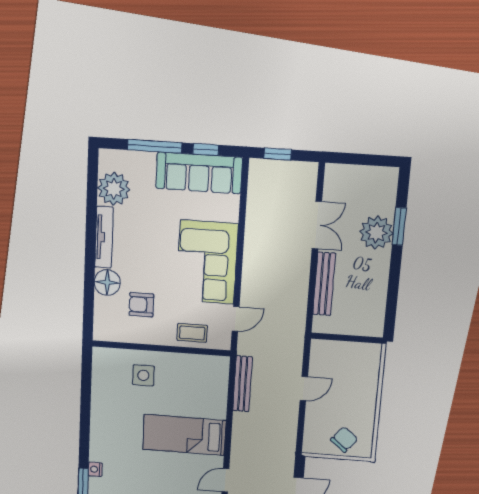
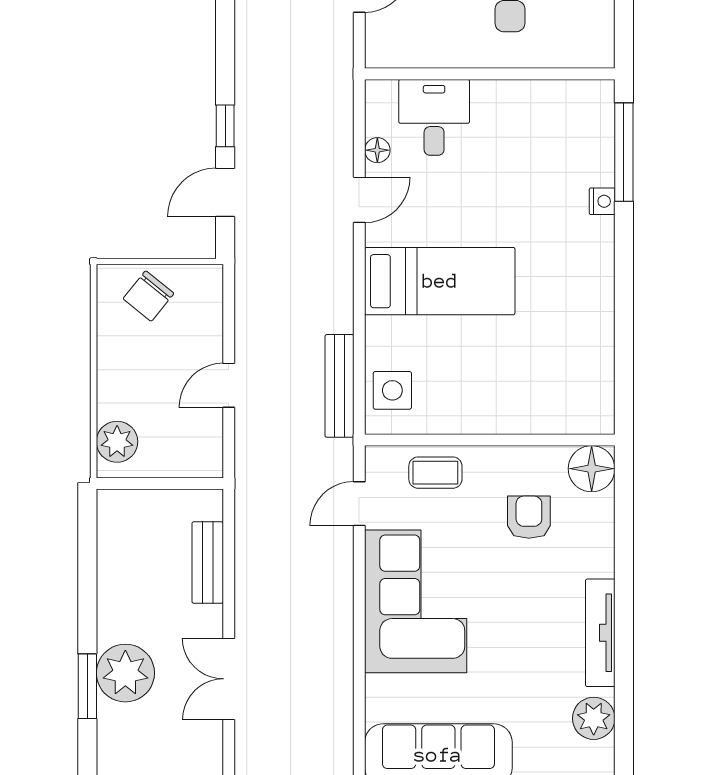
plant: (114, 189) -> (594, 718), width x0.73, depth x0.73
floor lamp: (107, 282) -> (592, 469), moved
bench: (324, 284) -> (208, 563), width x0.73
armchair: (141, 305) -> (529, 517), turned -90
plant: (369, 363) -> (117, 442), added
side table: (143, 375) -> (392, 390), moved

